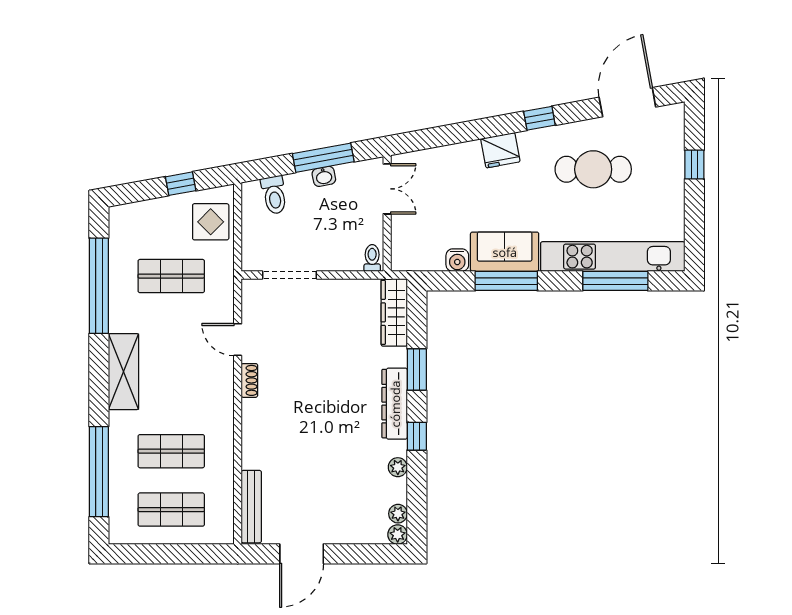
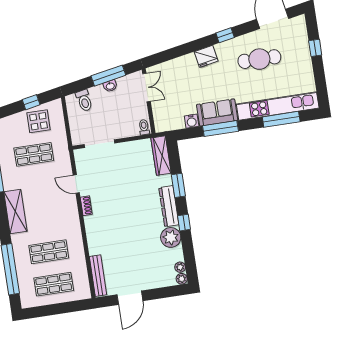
display table: (211, 222) -> (39, 121), moved
plant: (398, 467) -> (171, 237), width x1.87, depth x1.87

